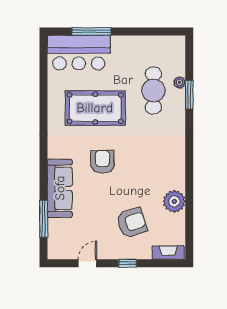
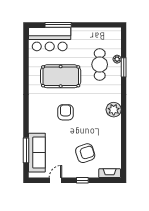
sofa: (60, 188) -> (37, 153), moved
plant: (174, 201) -> (114, 110), moved

